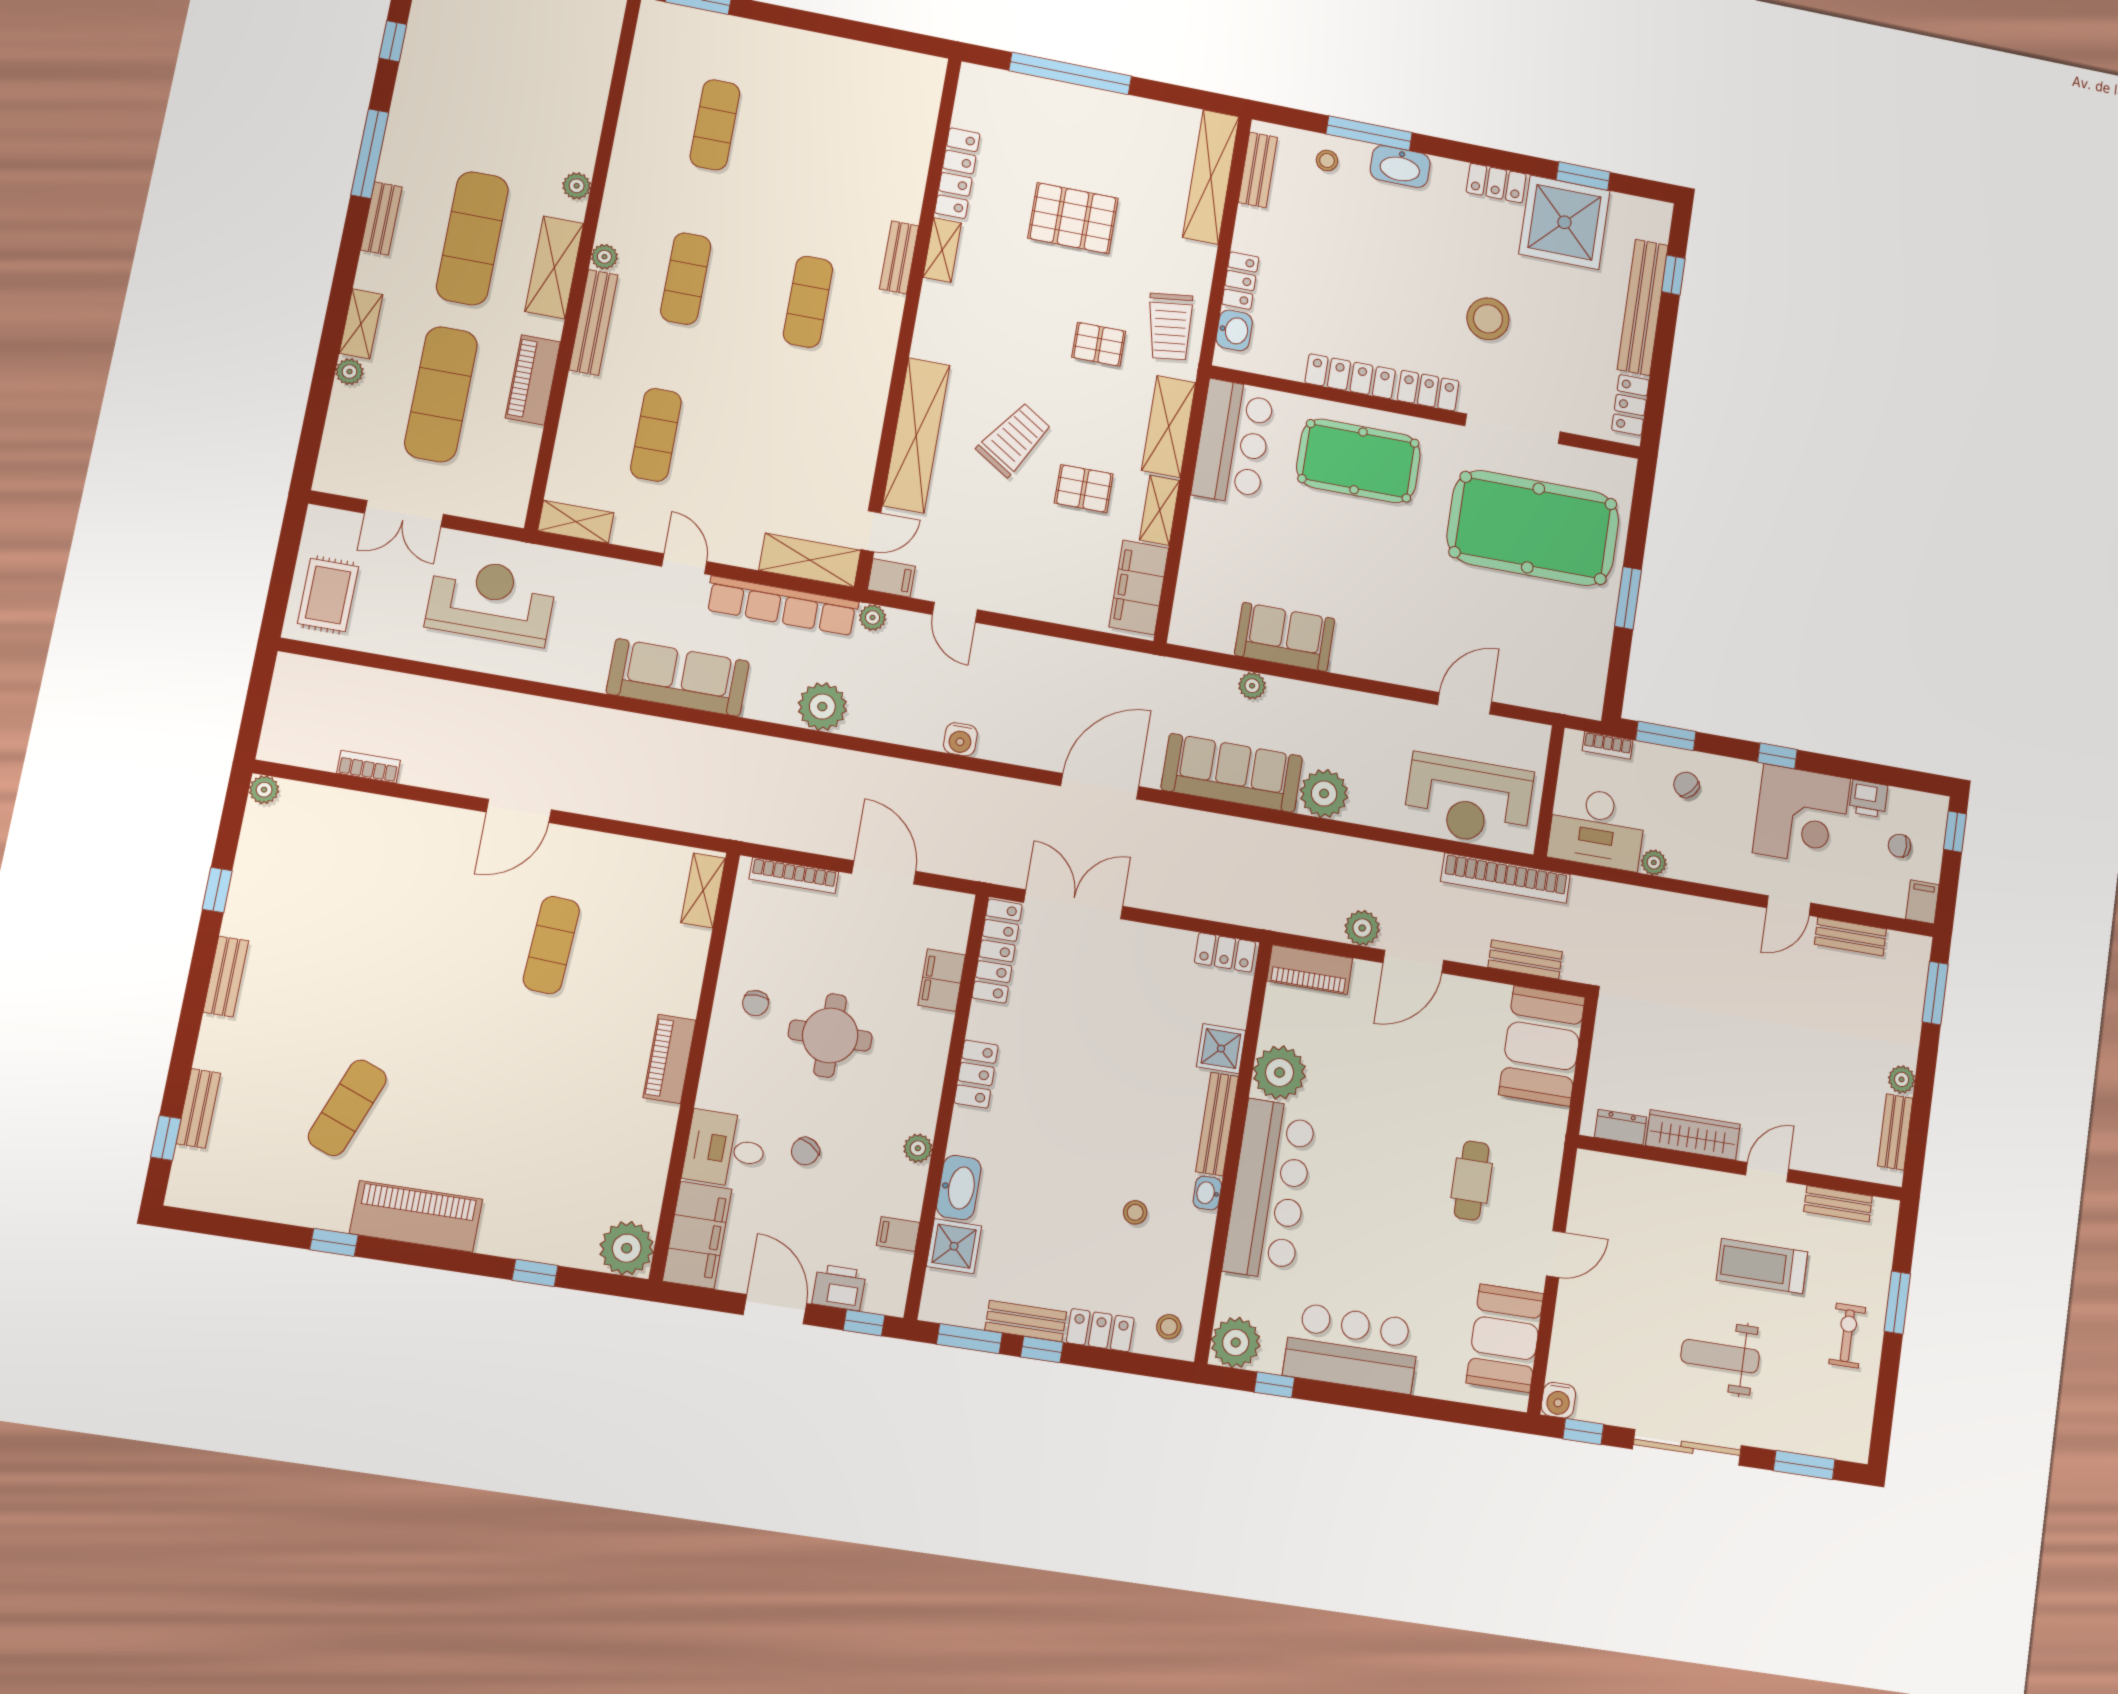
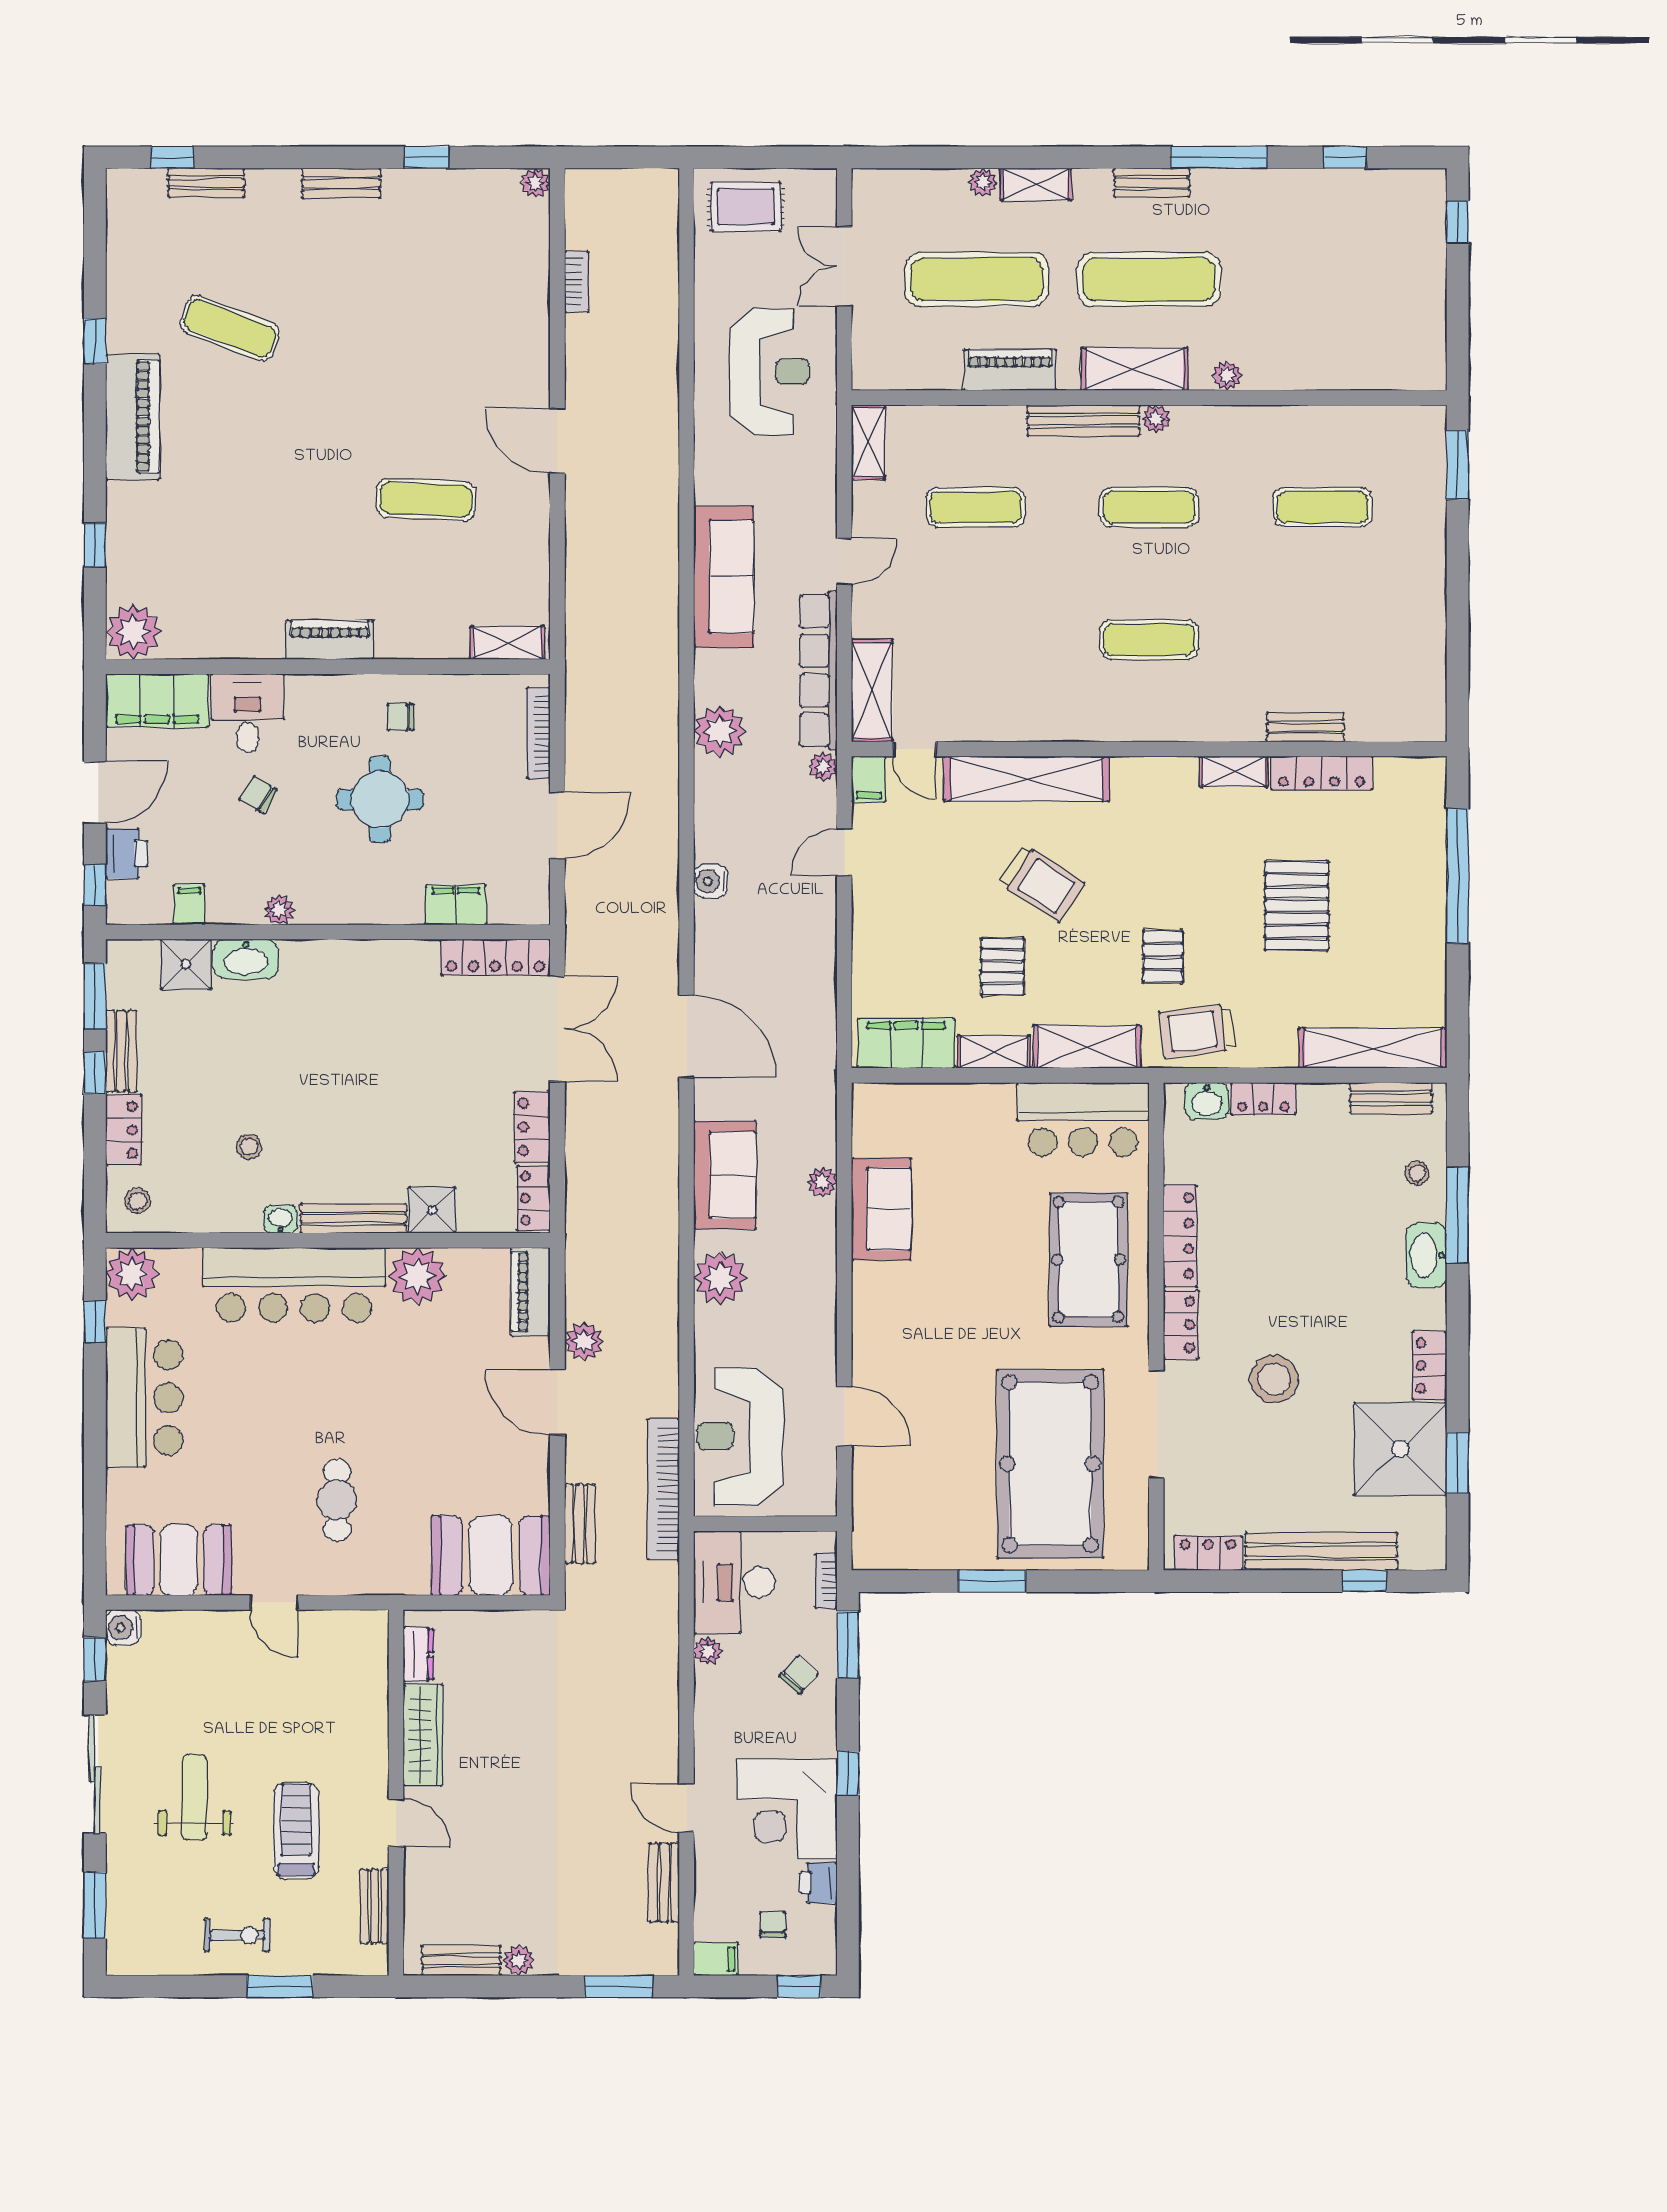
bench: (899, 257) -> (1305, 727), moved
sofa: (1232, 773) -> (725, 1175), width x0.73
locker: (976, 1074) -> (532, 1127), moved, turned 90
cafe table: (1472, 1181) -> (337, 1500), turned 90

